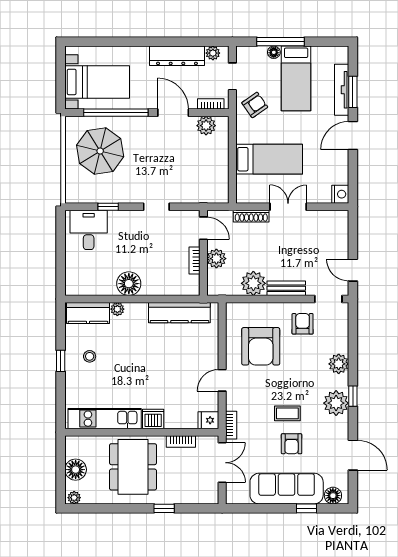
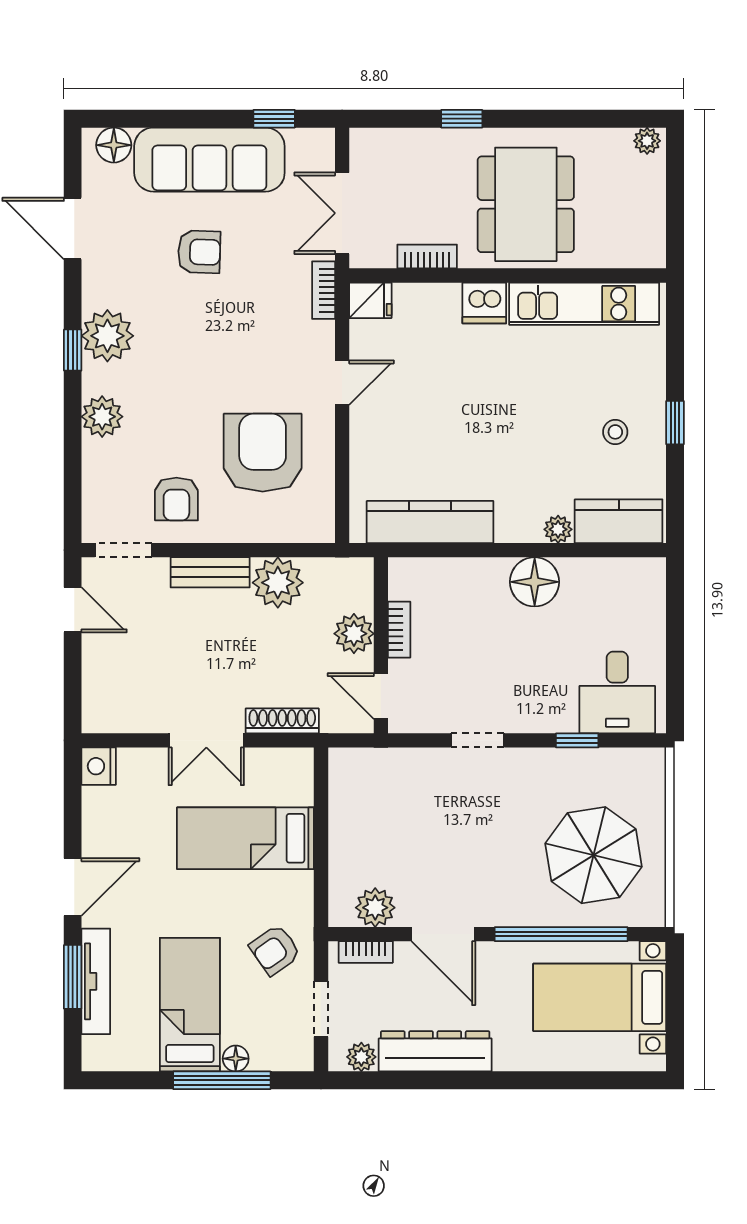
coffee table: (287, 413) -> (208, 315), removed
armchair: (292, 444) -> (199, 252), turned 92
floor lamp: (76, 470) -> (644, 199), removed
window: (306, 508) -> (274, 119), moved

